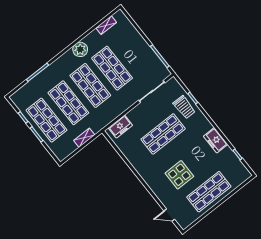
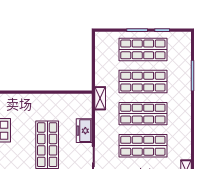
plant: (80, 49) -> (183, 130), removed
freezer: (120, 127) -> (84, 131), moved
shelving: (84, 138) -> (100, 98), moved

